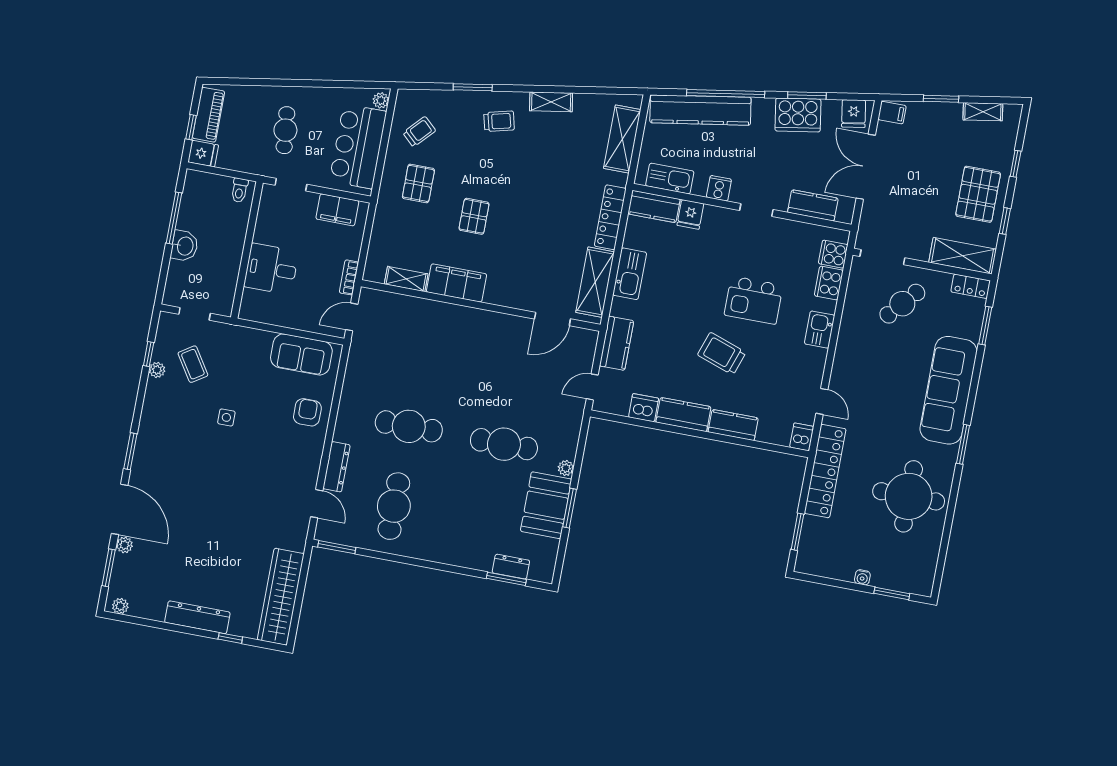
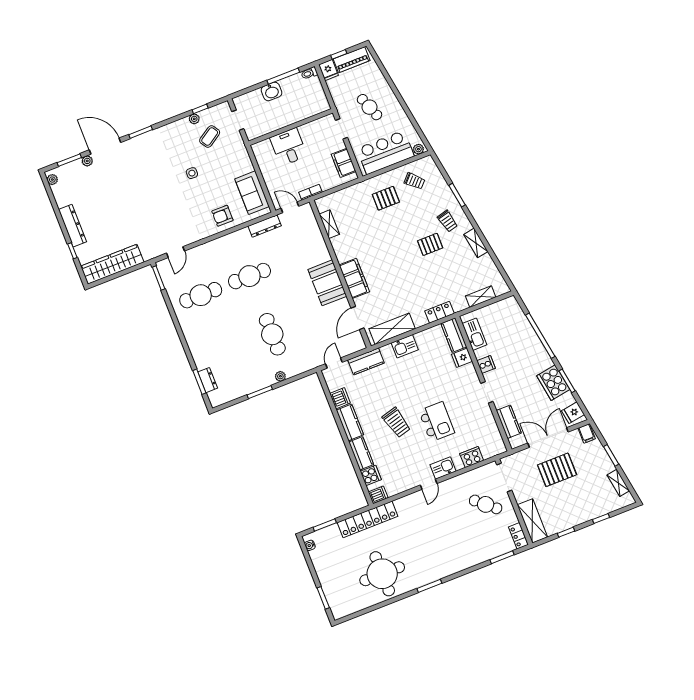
kitchen counter: (700, 110) -> (523, 328), removed
cafe table: (285, 130) -> (369, 107), turned 75
shelving: (622, 139) -> (481, 297), width x0.67, depth x0.75
toilet: (239, 190) -> (309, 73), moved
pallet: (978, 194) -> (557, 470), moved
pallet: (474, 216) -> (430, 244), moved
locker: (610, 217) -> (439, 312), width x0.66
cooker: (833, 254) -> (371, 475), moved, turned 90
kitchen sink: (630, 274) -> (405, 346), width x0.73
filing cabinet: (457, 283) -> (354, 278), moved
kitchen island: (754, 300) -> (437, 422), turned 180
door: (552, 319) -> (357, 318), hinge flipped
trolley: (722, 354) -> (396, 423), turned 146
door: (592, 387) -> (334, 363), hinge flipped
sofa: (949, 390) -> (454, 559), removed
door: (822, 401) -> (429, 484), moved
armchair: (307, 412) -> (222, 216), turned 180
cafe table: (409, 426) -> (249, 276), turned 90
dresser: (336, 467) -> (265, 226), moved
booth: (546, 505) -> (327, 283), moved, turned 90
door: (120, 509) -> (105, 146), swing flipped
water cooler: (862, 577) -> (310, 545), moved

